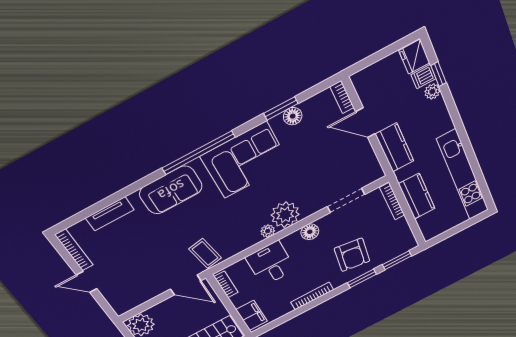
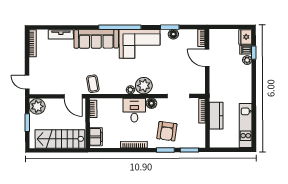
kitchen counter: (395, 148) -> (216, 80), removed
kitchen unit: (463, 175) -> (246, 125), width x0.73
sofa: (171, 190) -> (96, 39), width x1.36
desk: (271, 264) -> (134, 110), moved
door: (87, 282) -> (27, 82), moved

